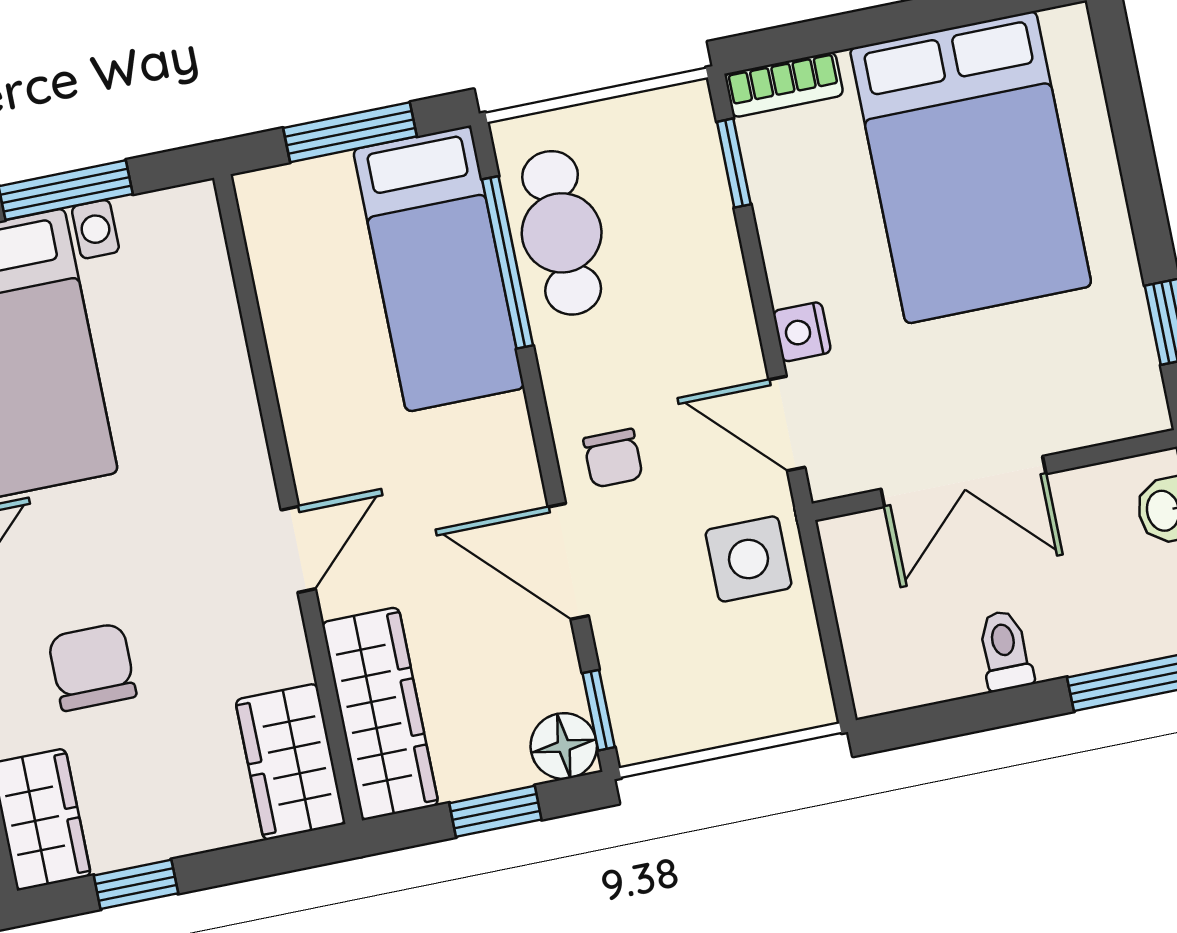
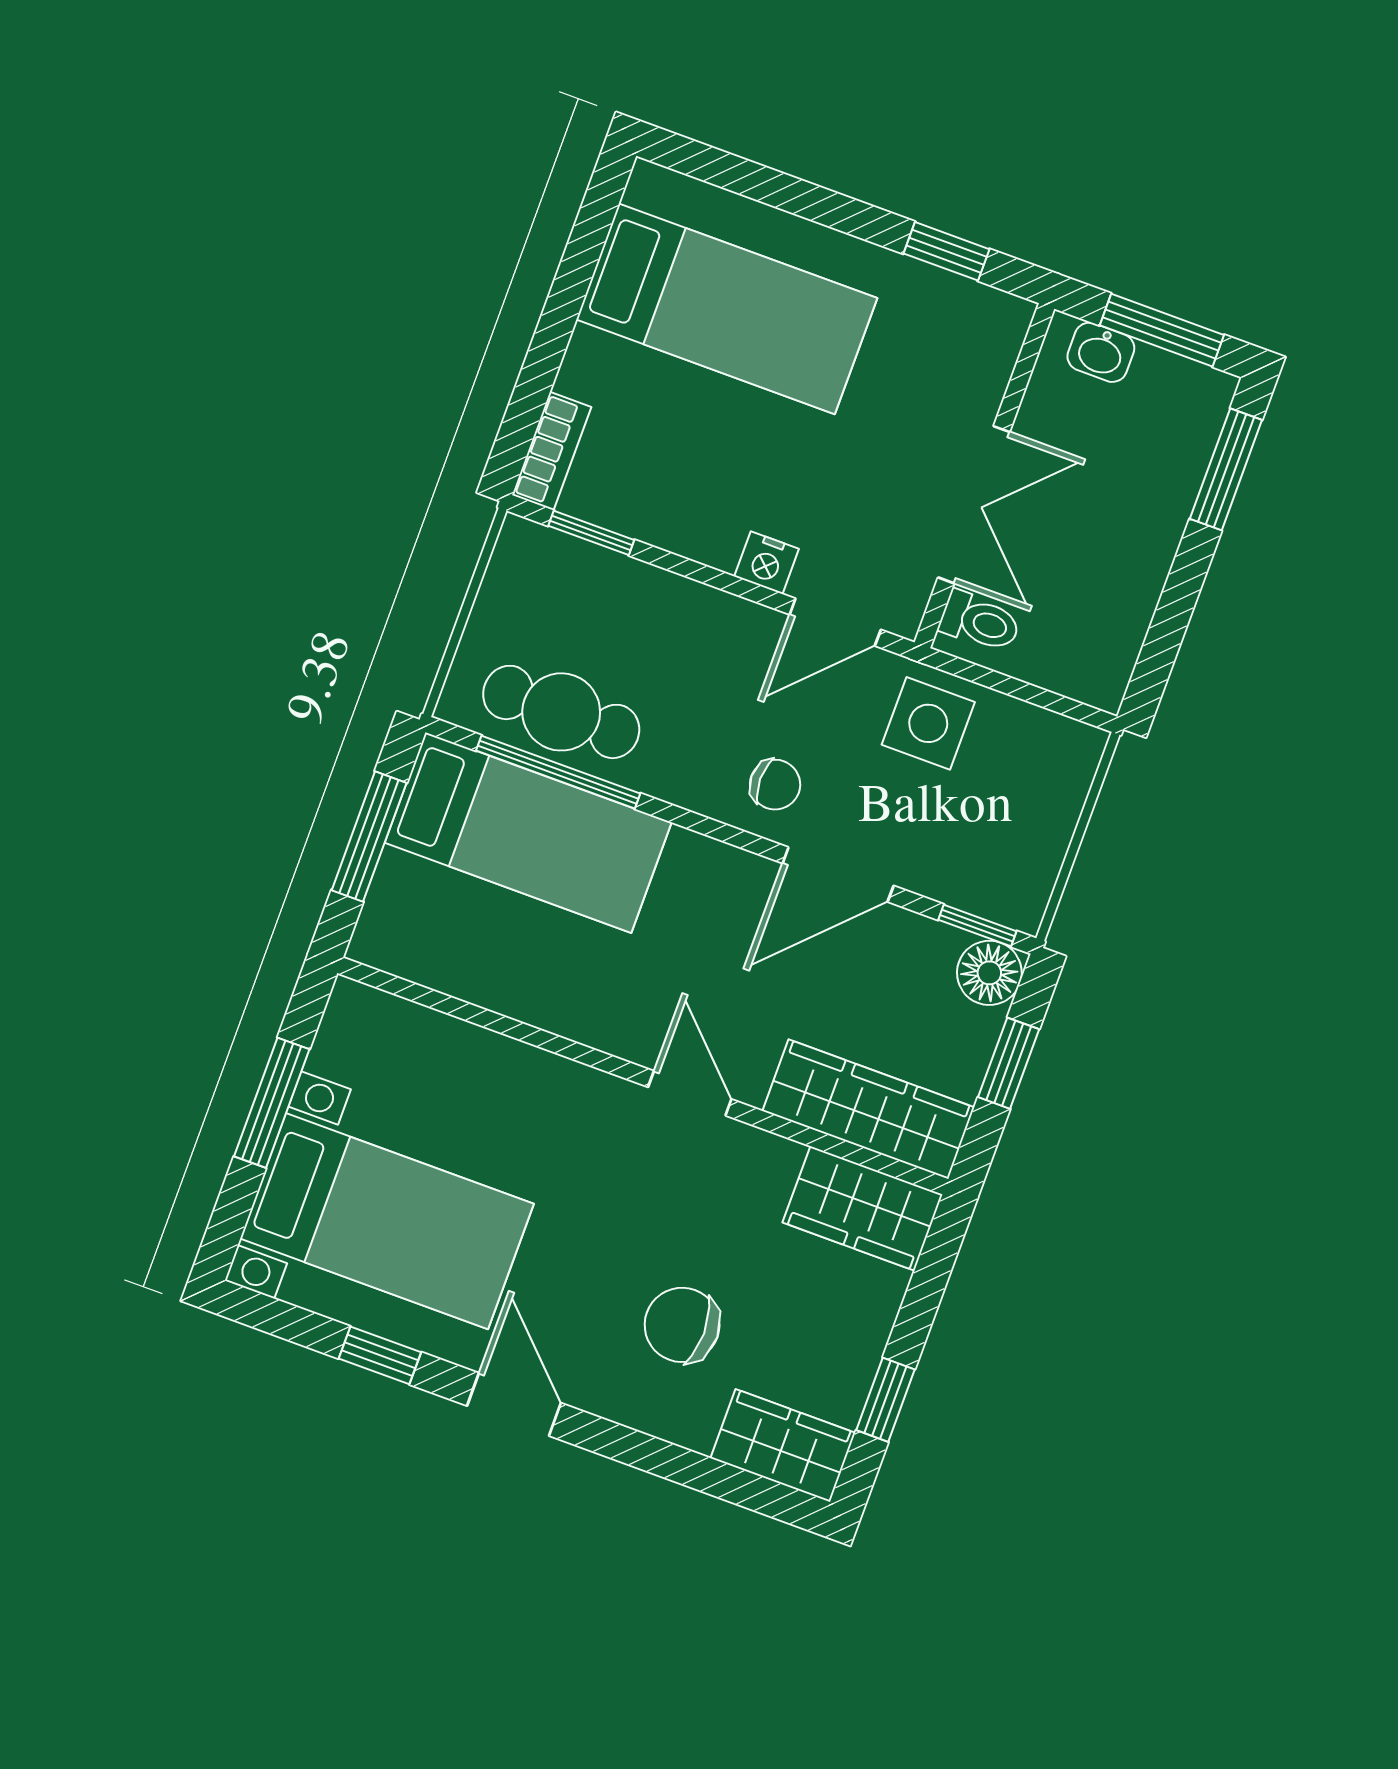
bed: (971, 167) -> (727, 309), width x0.67
toilet: (1005, 651) -> (980, 622), moved, turned 180

